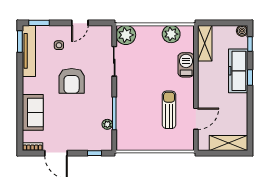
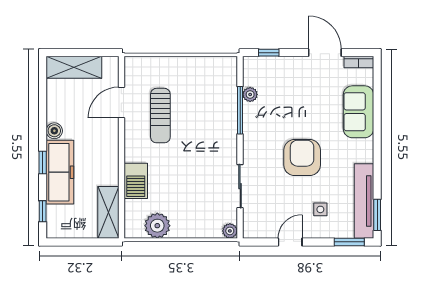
boiler: (242, 31) -> (54, 131), moved
plant: (126, 35) -> (230, 231), width x0.53, depth x0.53

